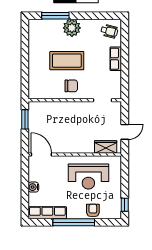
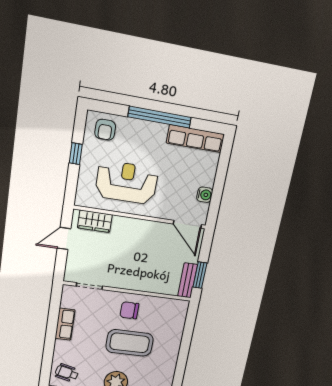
row of seats: (116, 59) -> (65, 324), moved
bench: (33, 114) -> (188, 280), added
water cooler: (33, 187) -> (205, 195), moved
window: (125, 205) -> (76, 154), moved
armchair: (93, 210) -> (105, 130), moved

